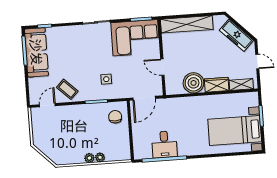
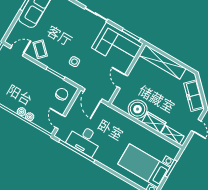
door: (144, 98) -> (93, 95), hinge flipped
door: (131, 143) -> (60, 122), added
desk: (164, 144) -> (84, 140), width x1.37

